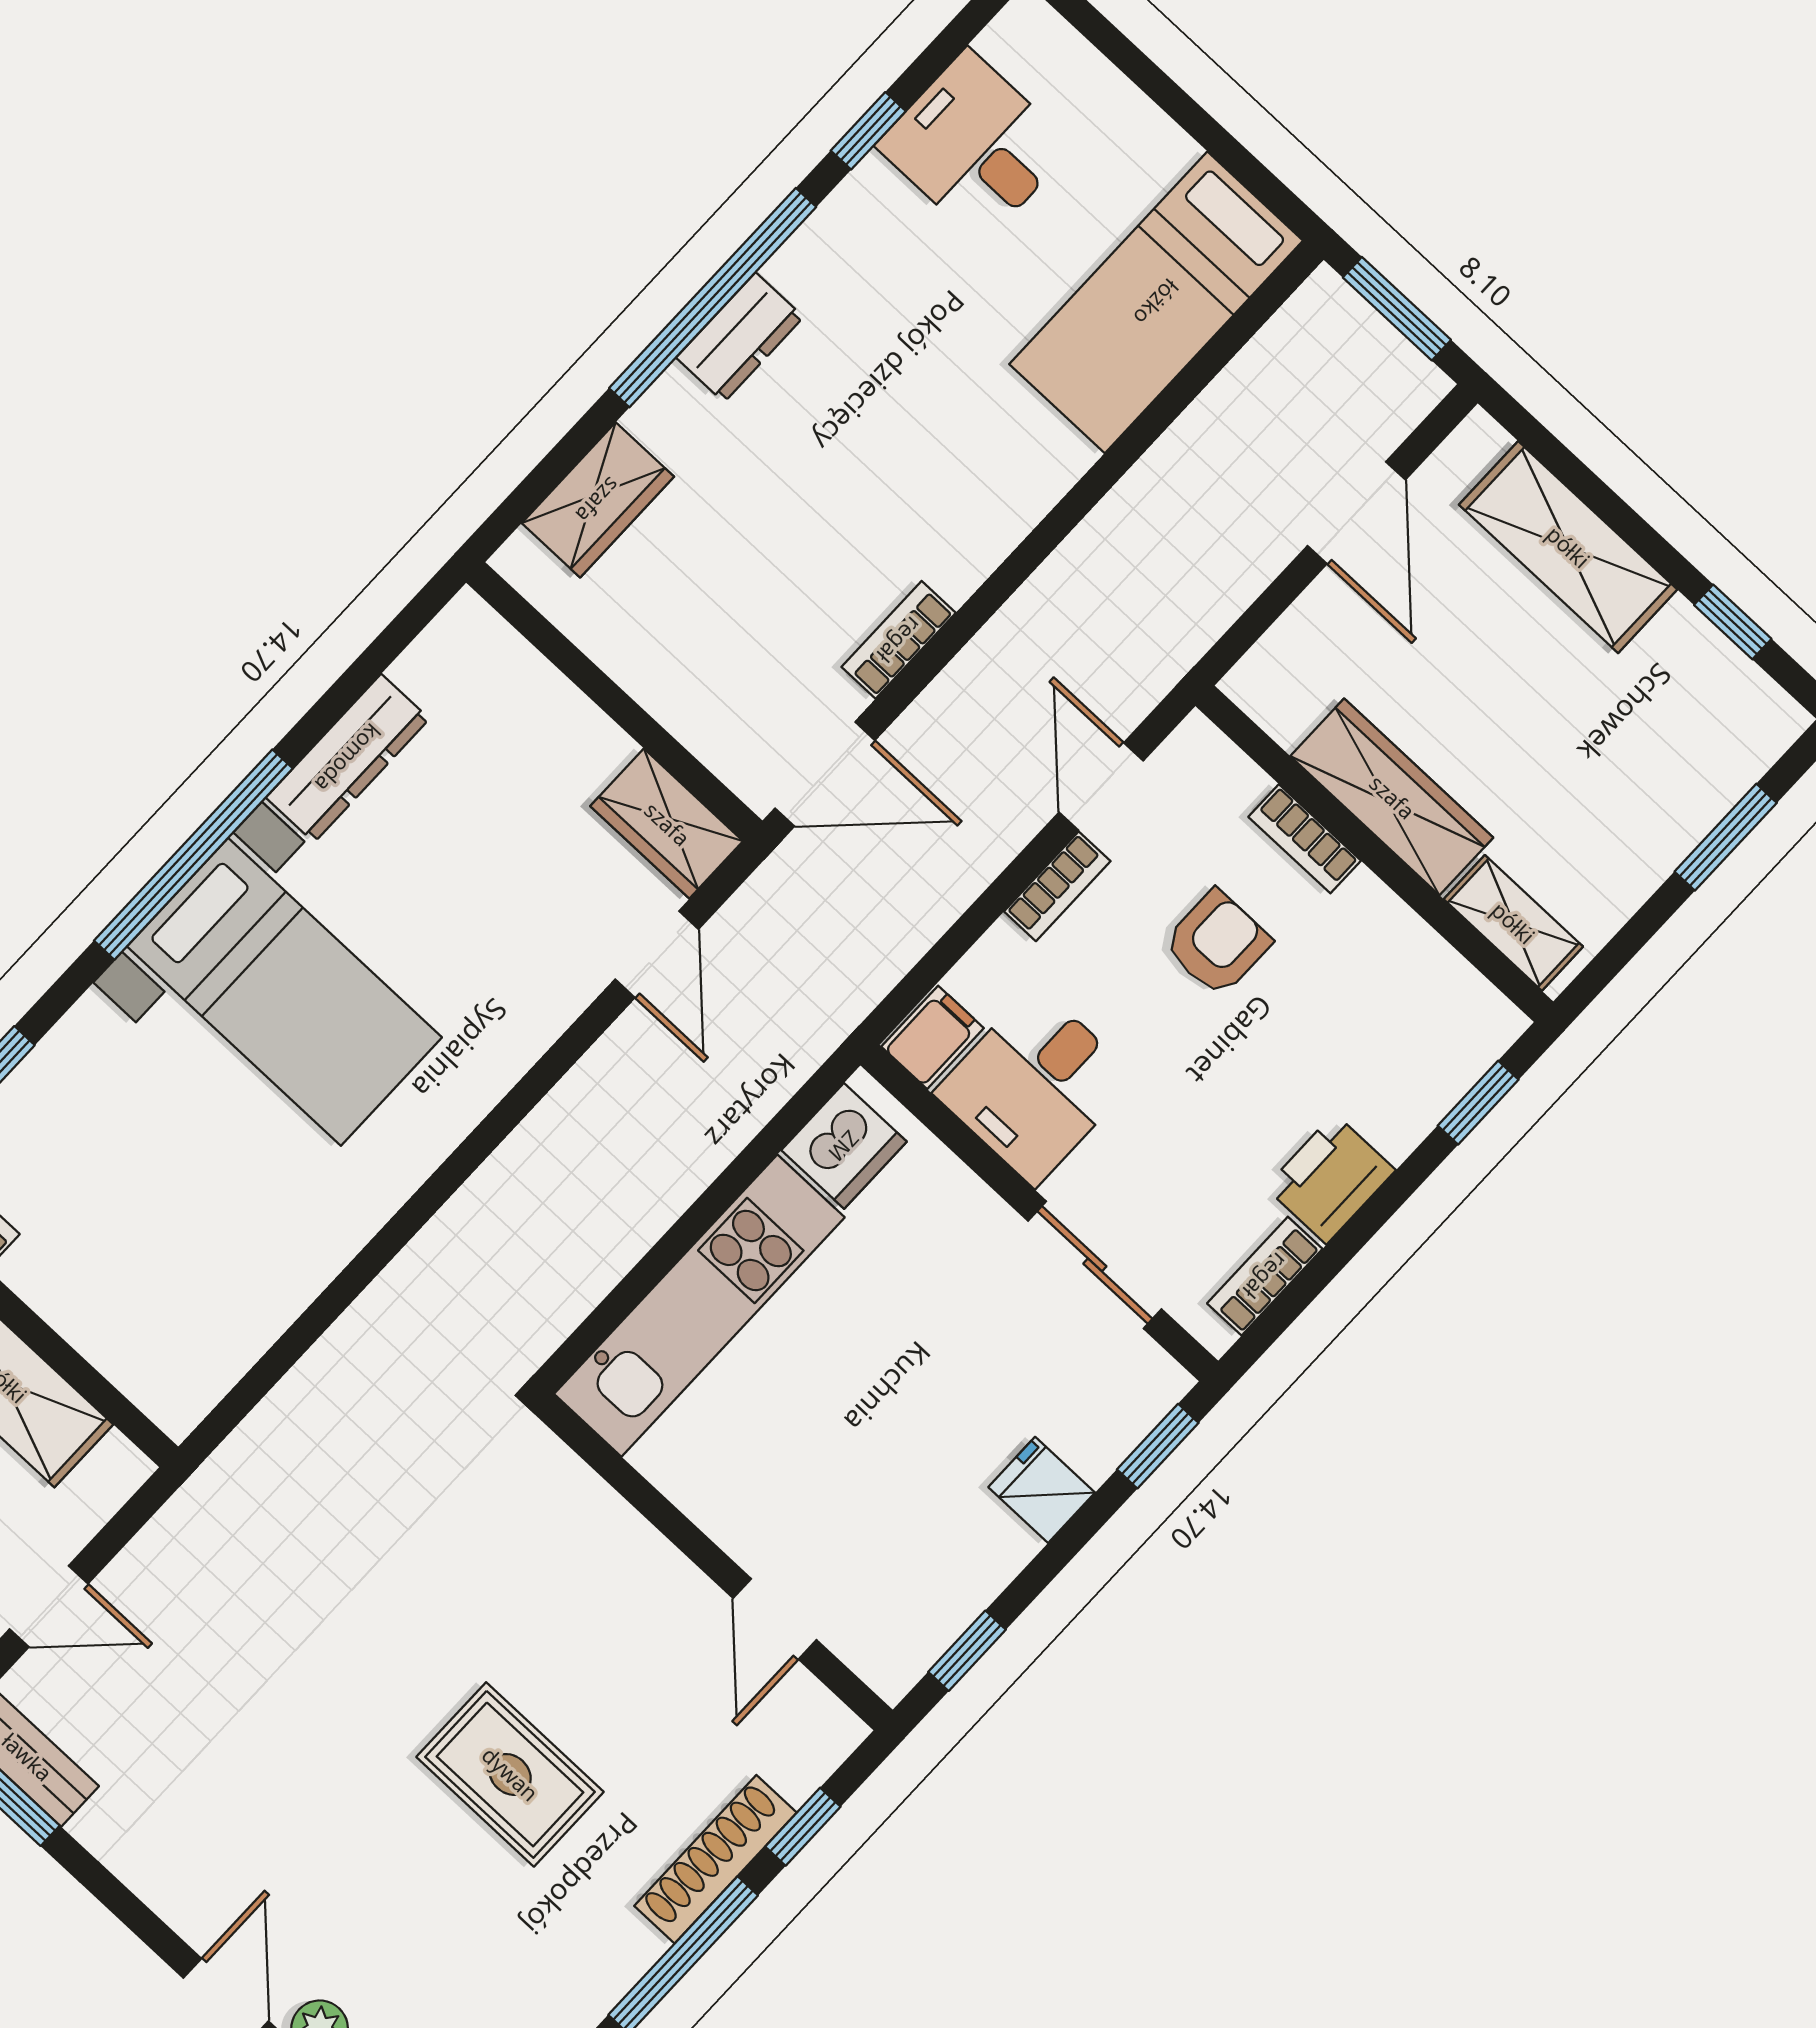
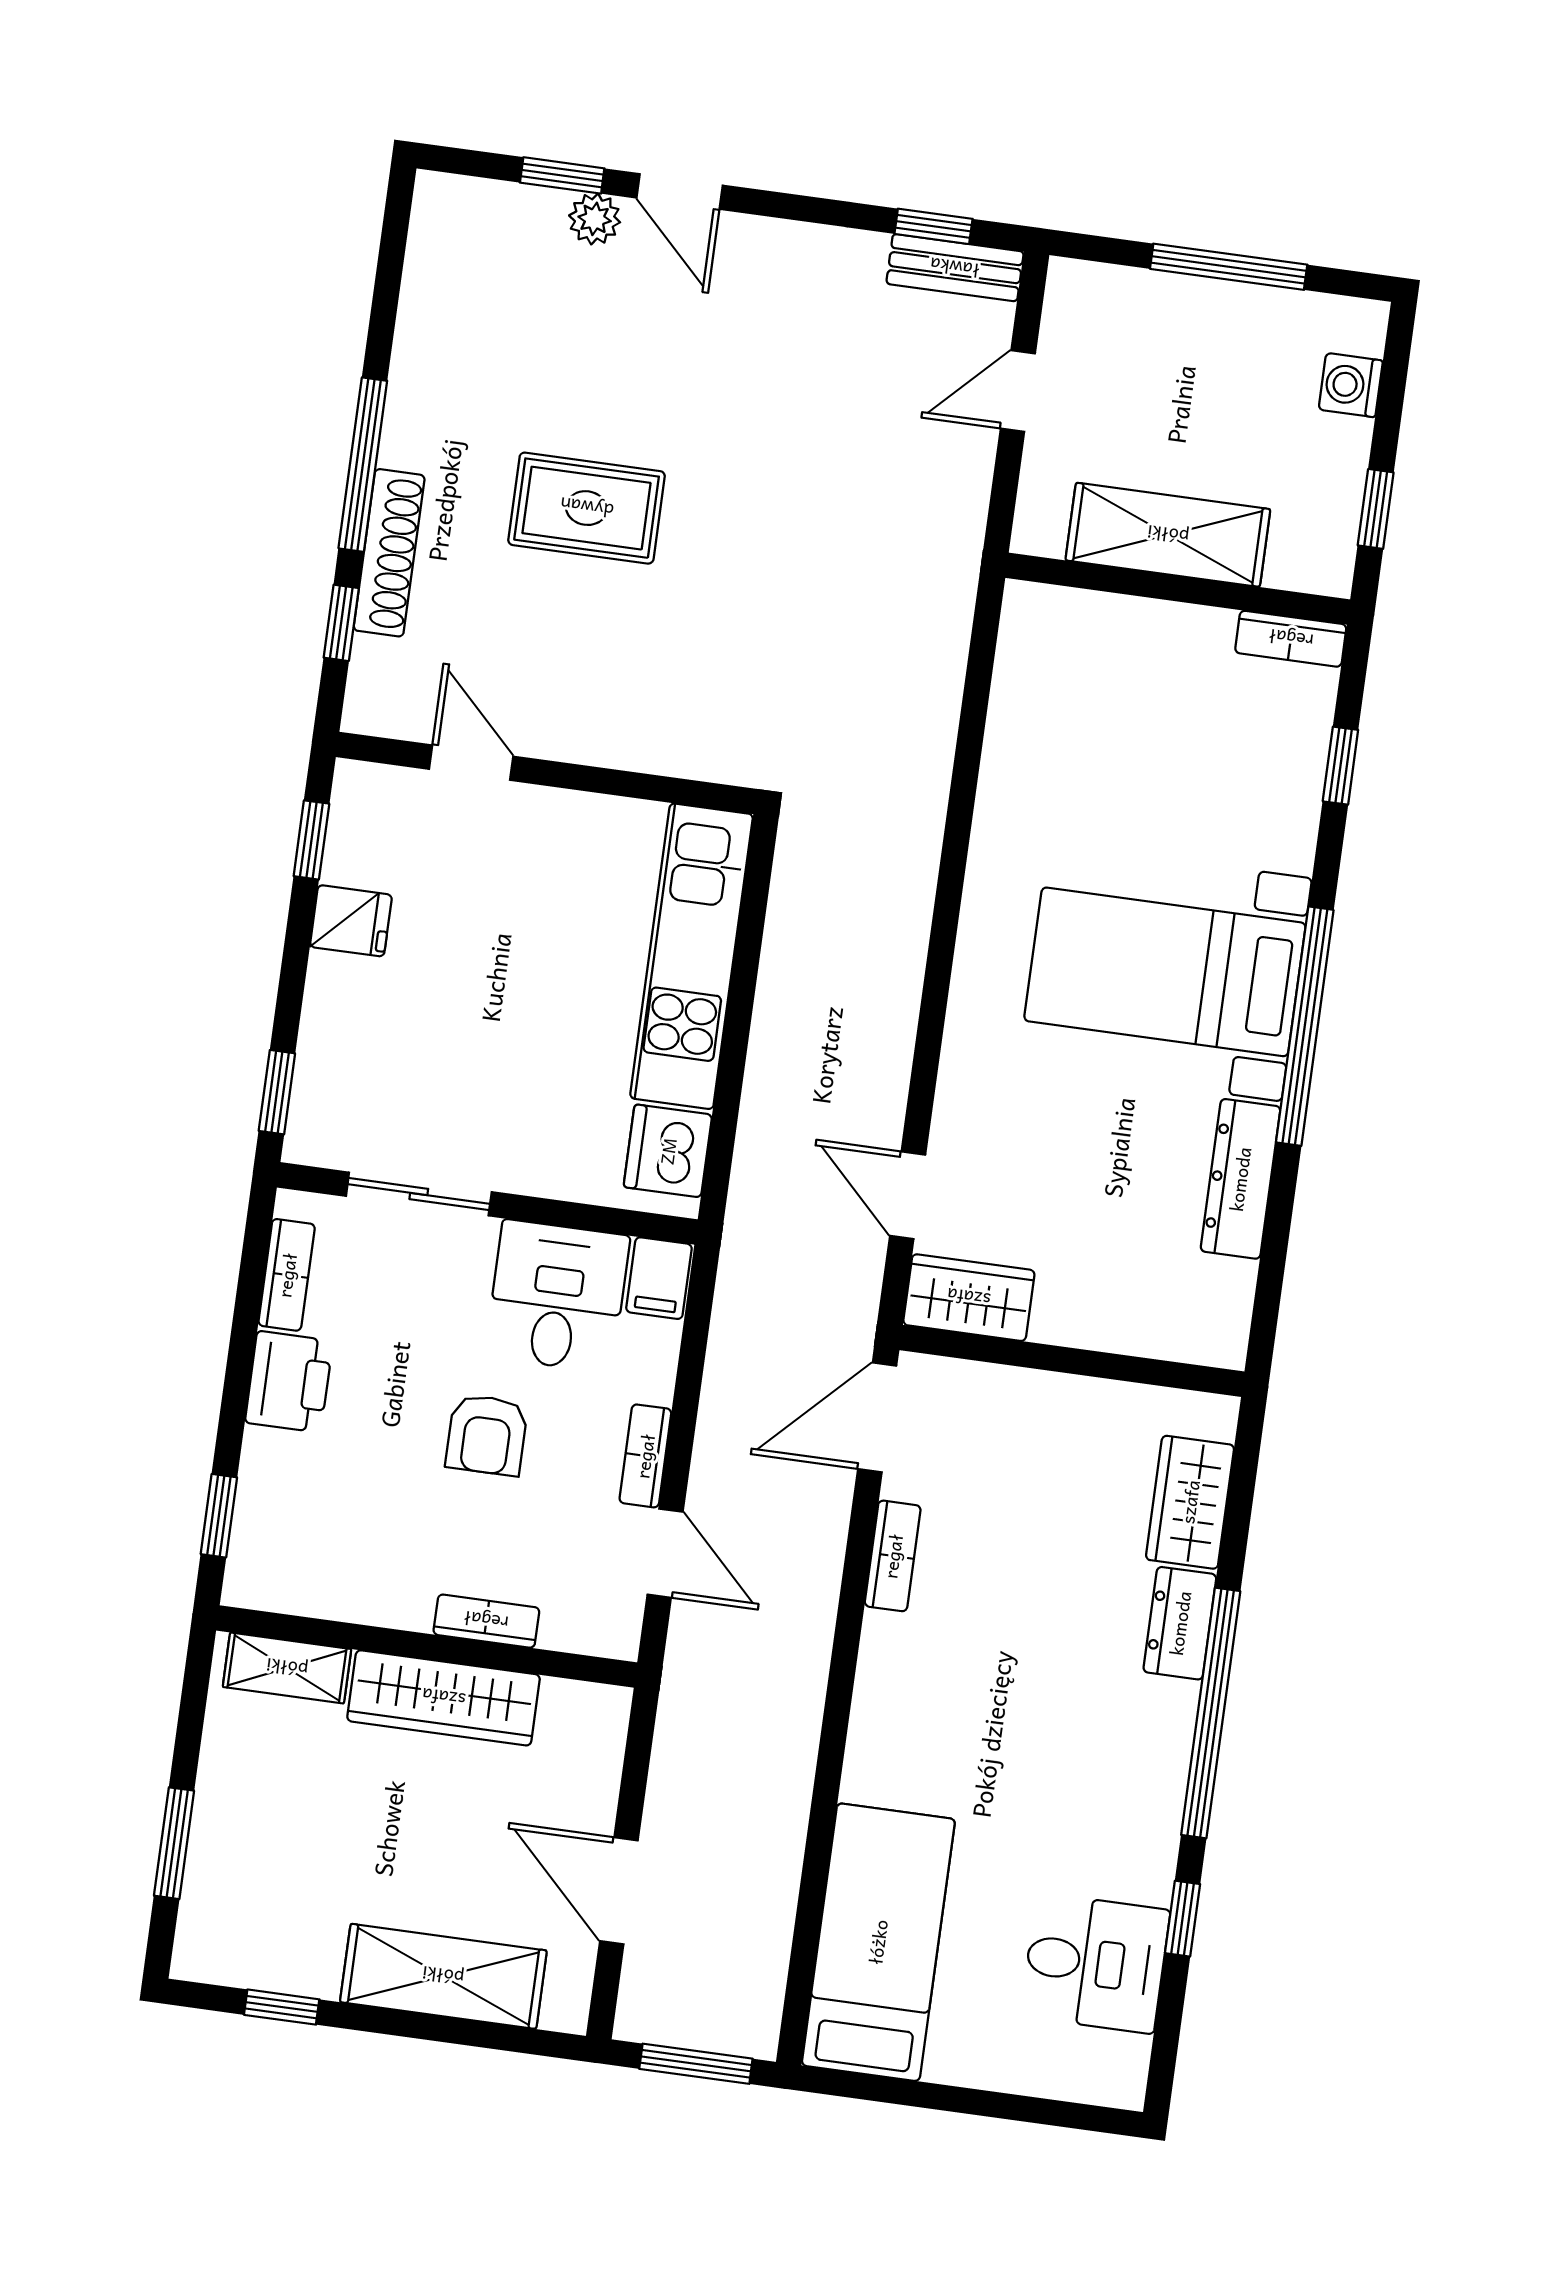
dresser: (740, 337) -> (1180, 1623), moved
armchair: (1217, 943) -> (487, 1435), moved
fridge: (1042, 1490) -> (351, 921), moved

